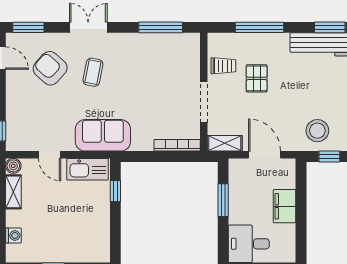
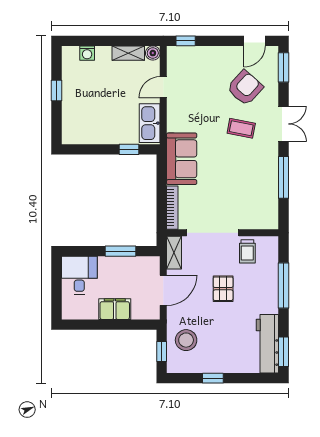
window: (161, 27) -> (284, 177), moved
pallet: (257, 78) -> (223, 289), moved, turned 90
doorway: (204, 102) -> (213, 233), width x1.36
sofa: (103, 135) -> (182, 159), moved

